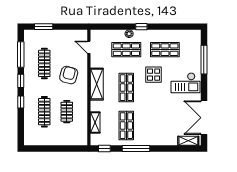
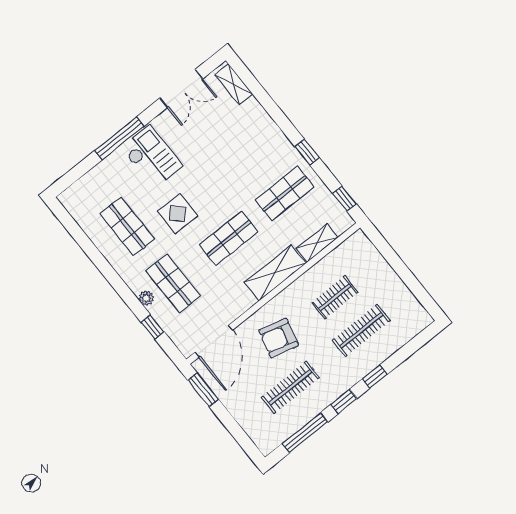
window: (44, 27) -> (203, 390), moved
window: (141, 27) -> (153, 327), moved
door: (89, 47) -> (214, 341), width x1.88
window: (204, 60) -> (119, 138), moved
shelving: (97, 84) -> (275, 273), moved
double door: (204, 118) -> (181, 89), width x0.73
window: (136, 148) -> (307, 152), width x0.46

